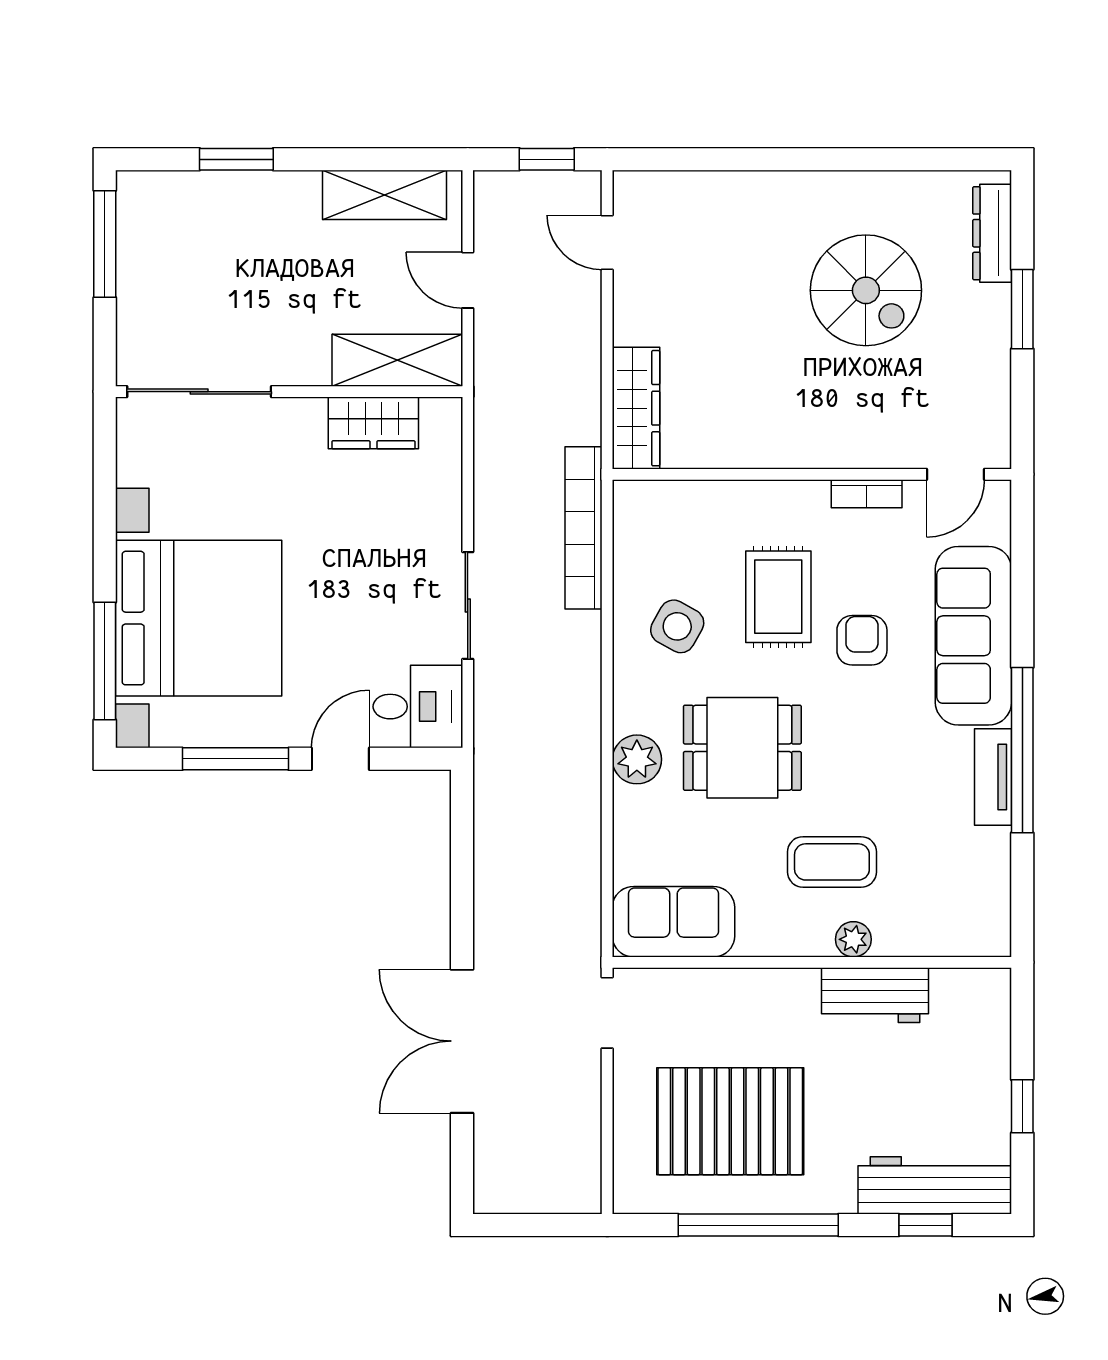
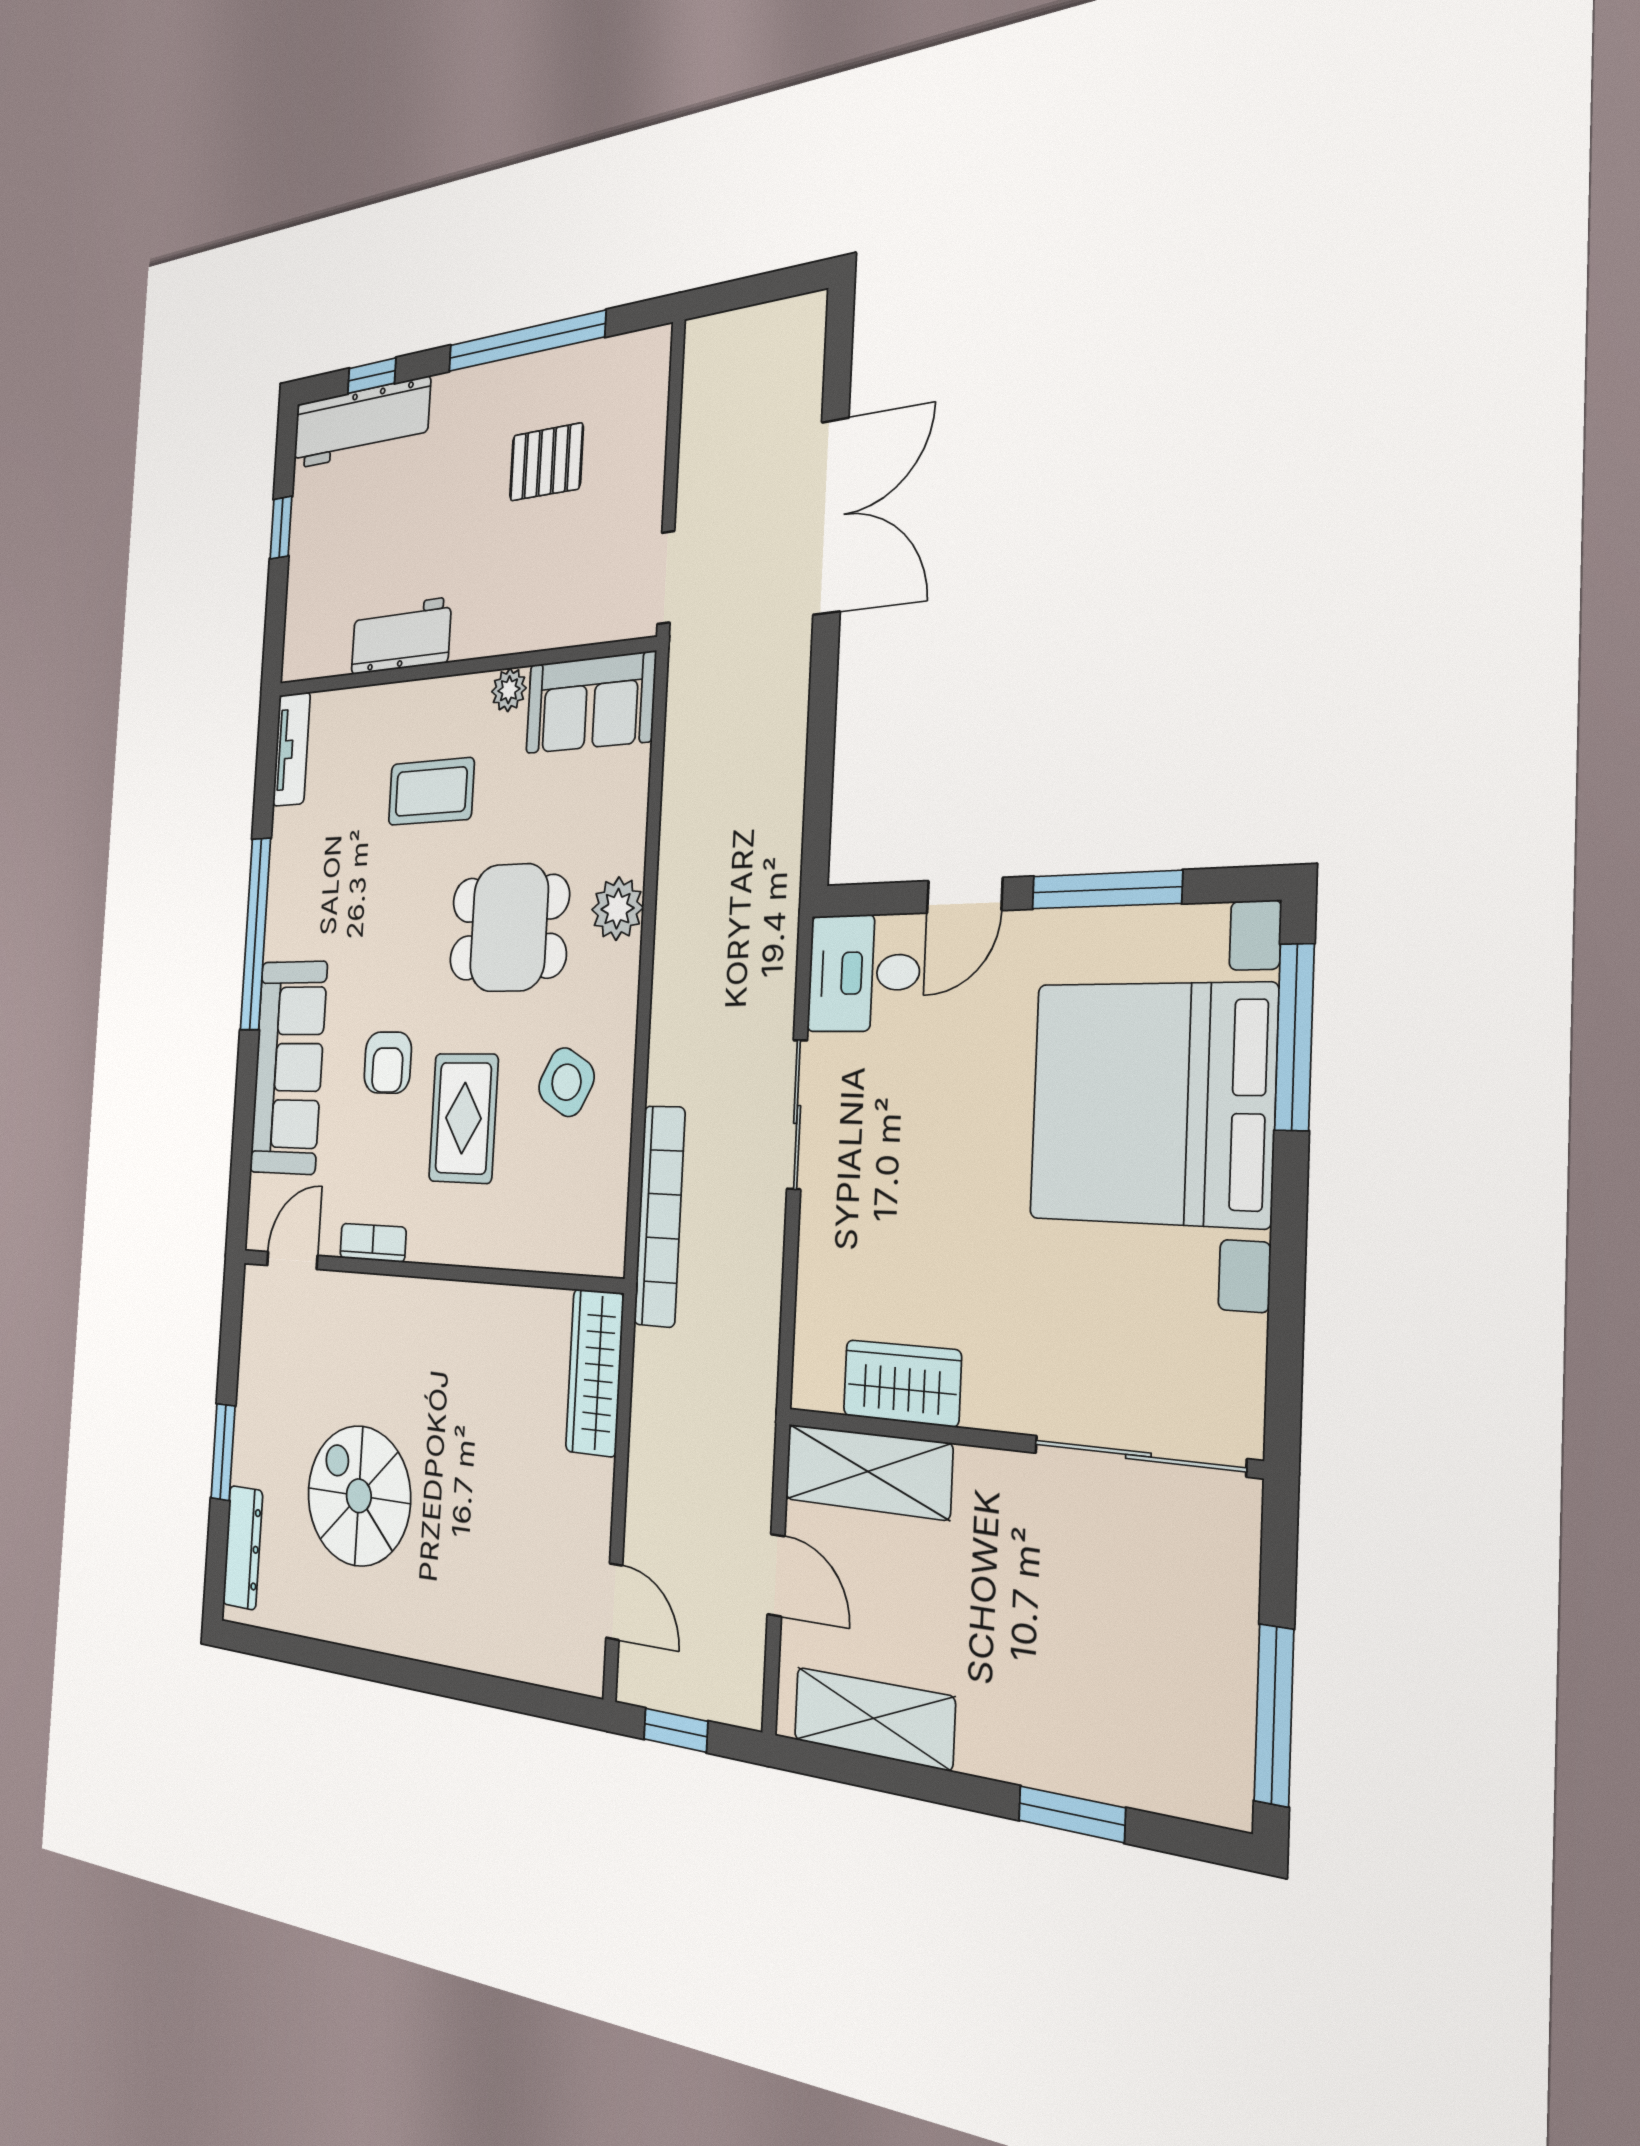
tv unit: (993, 777) -> (291, 749), moved
plant: (853, 939) -> (509, 690), moved
pallet: (730, 1121) -> (546, 462), width x0.49, depth x0.50

